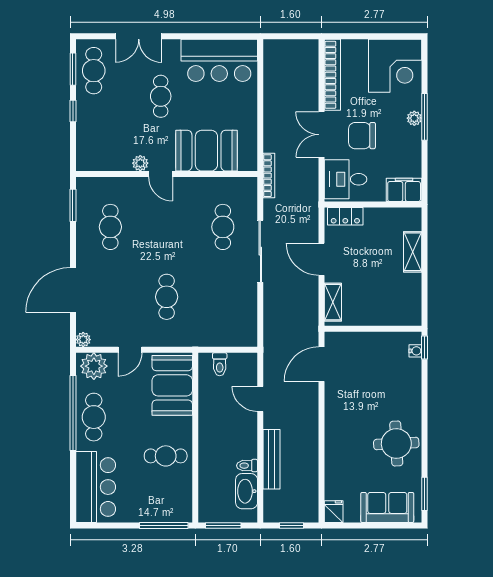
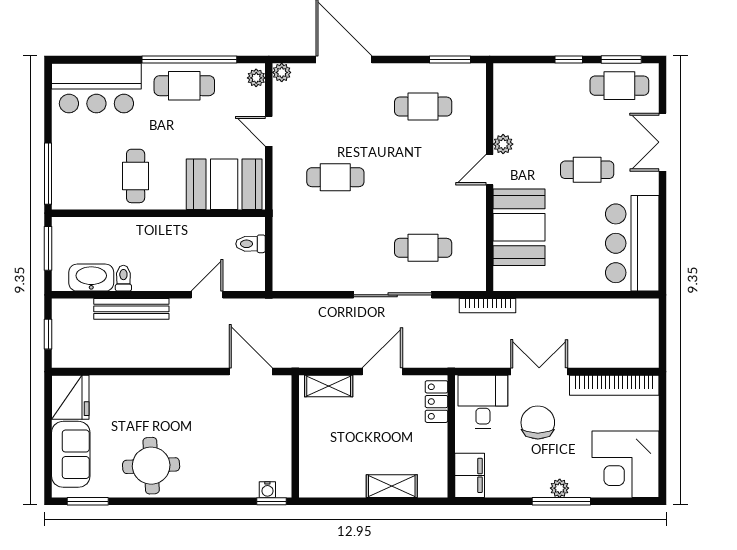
plant: (94, 366) -> (256, 78), width x0.53, depth x0.53
fridge: (334, 512) -> (70, 397), width x1.88, depth x1.34

